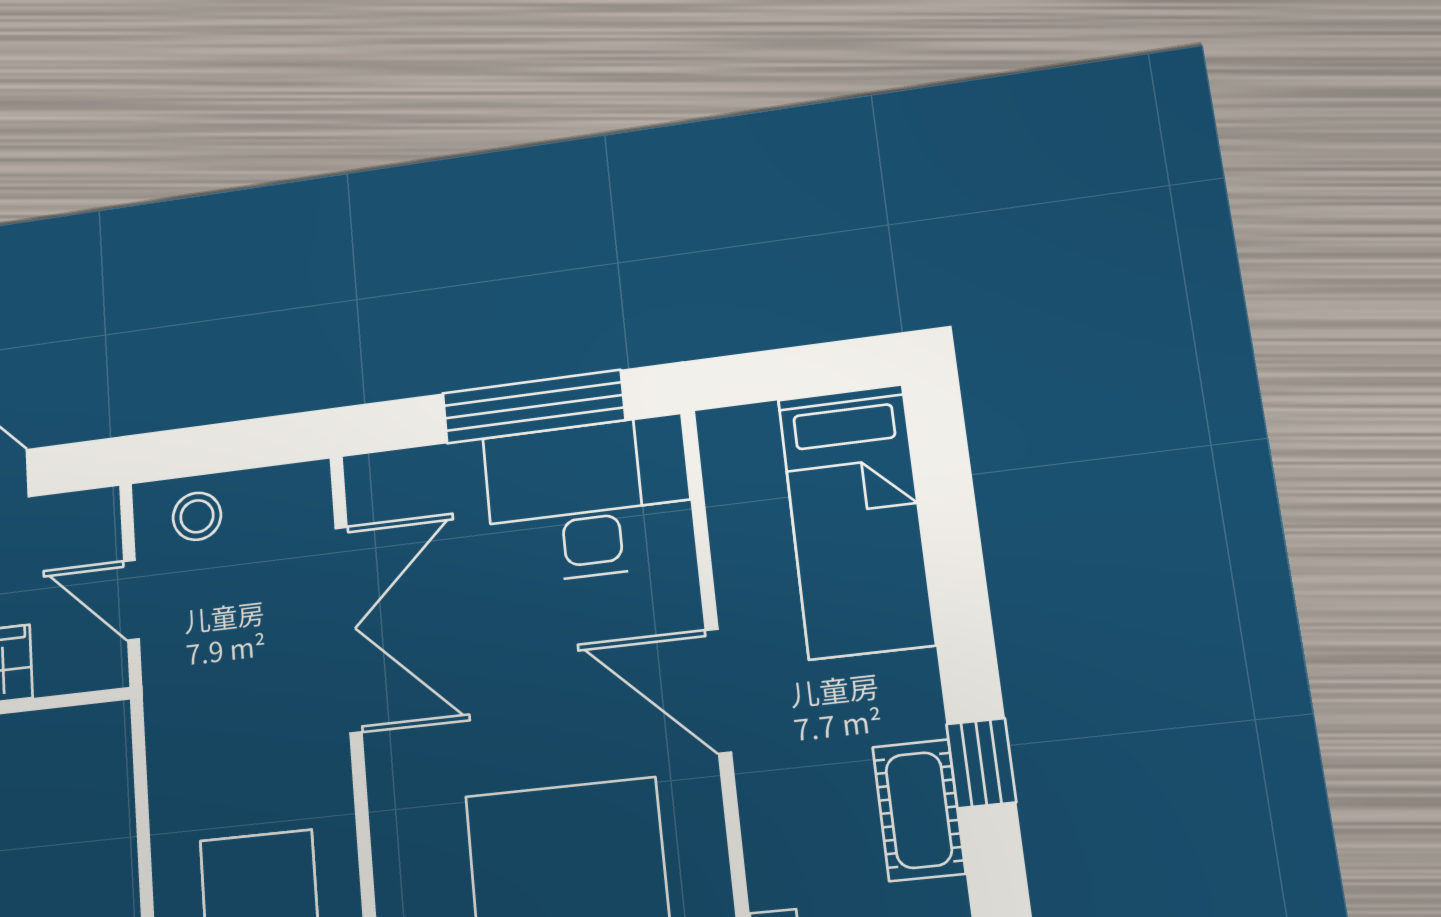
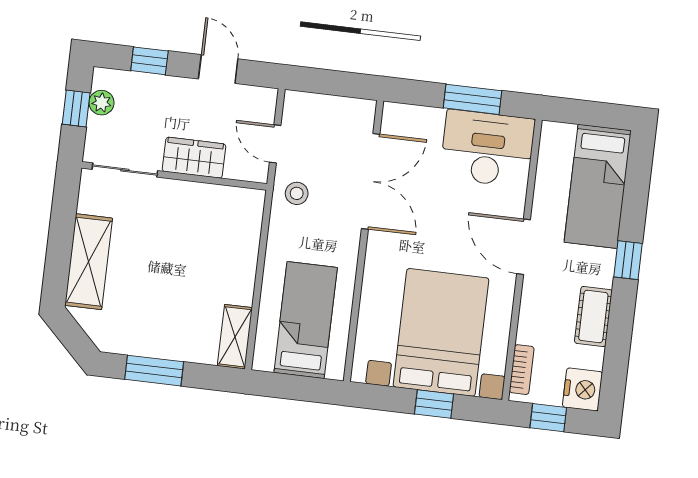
window: (533, 407) -> (473, 99), width x0.69
stool: (197, 516) -> (297, 193), moved
window: (981, 763) -> (628, 260), moved

